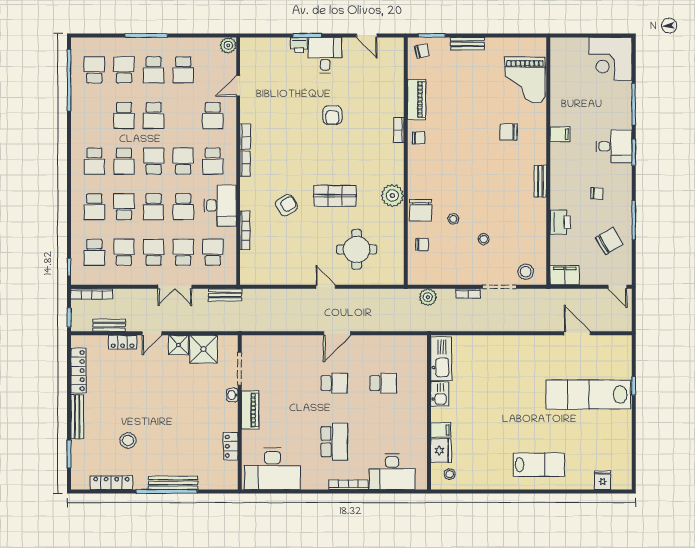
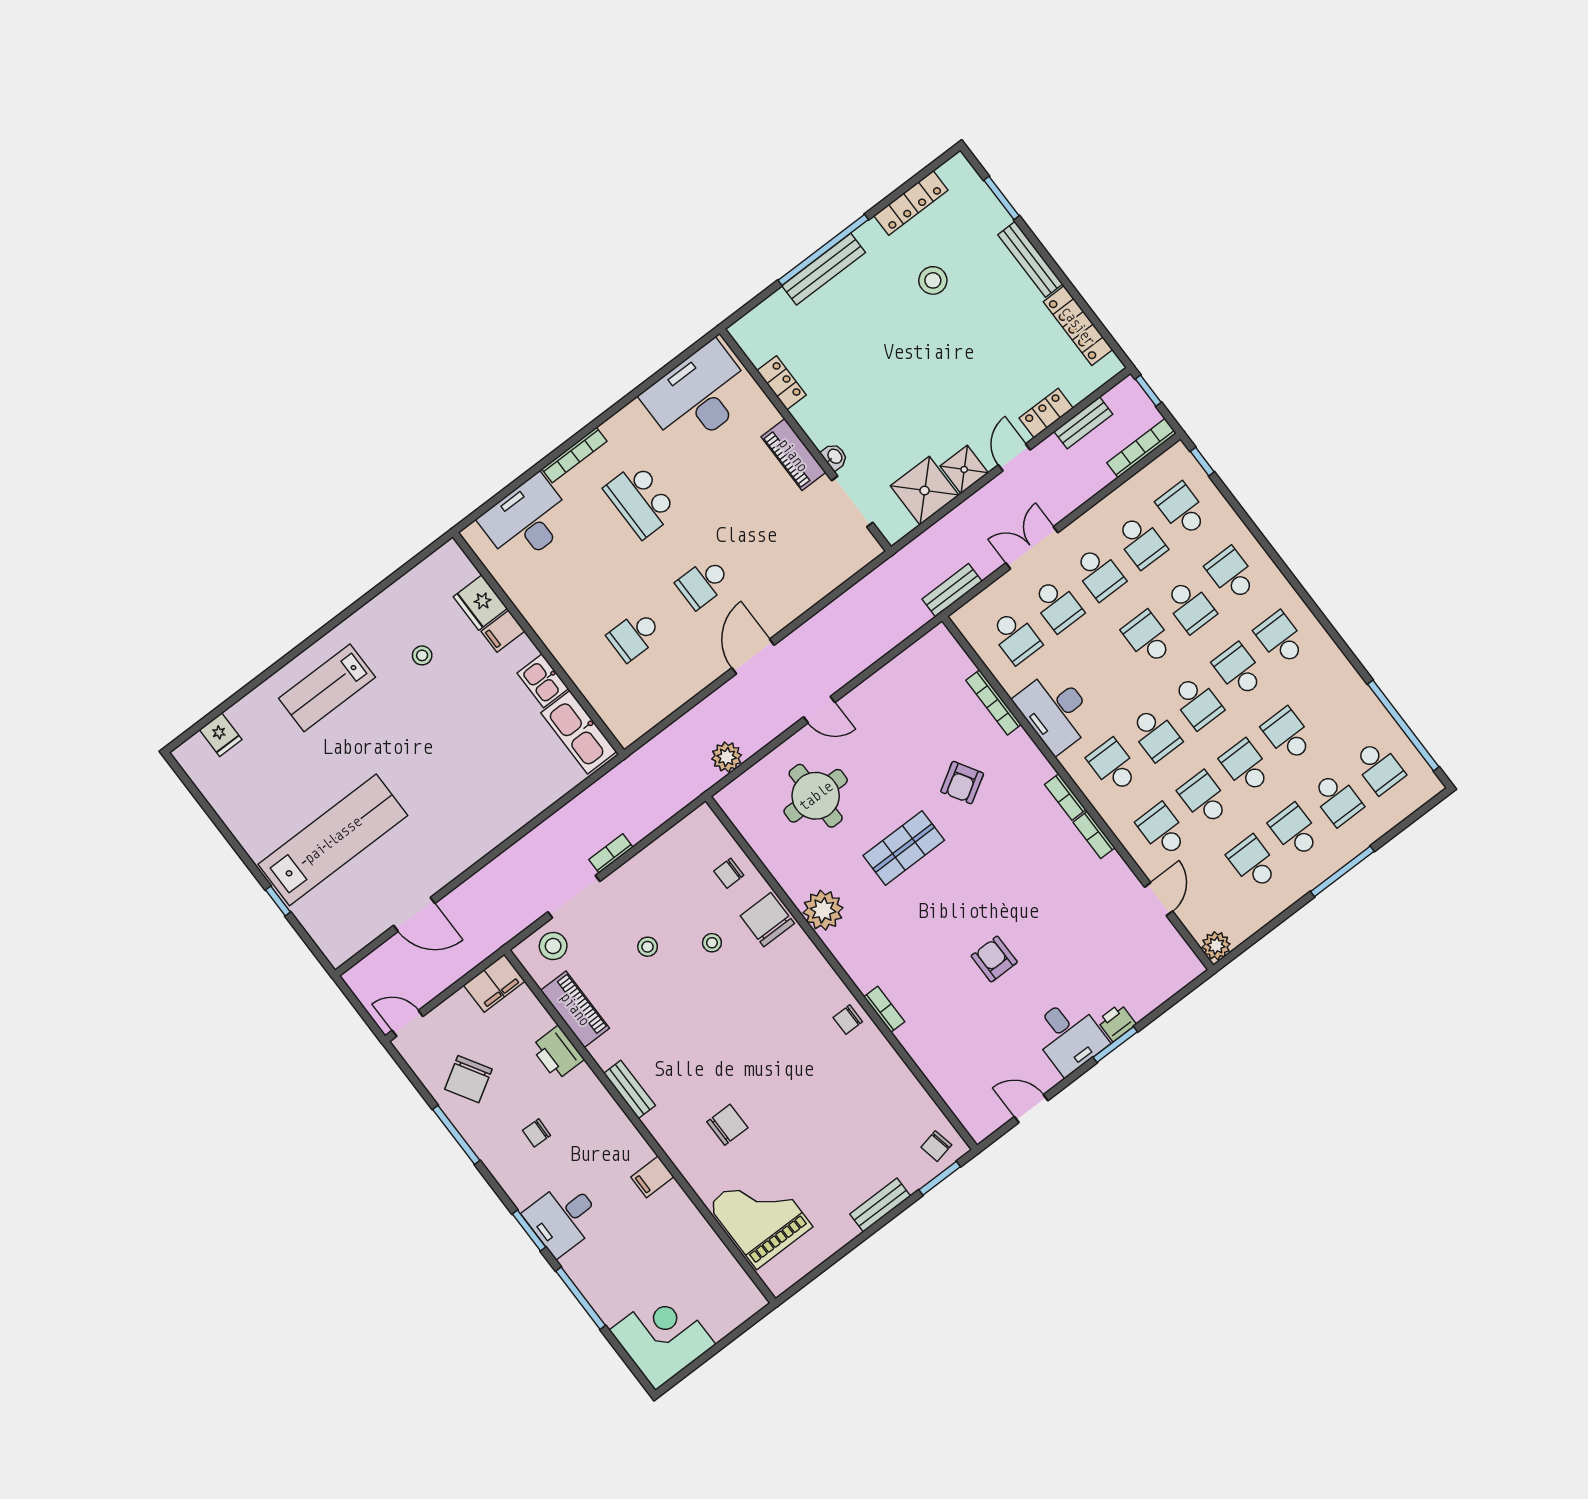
piano: (417, 99) -> (575, 1009), moved, turned 180
school desk: (183, 207) -> (1204, 798), moved
plant: (428, 297) -> (727, 757), moved
stool: (450, 474) -> (422, 655), moved

